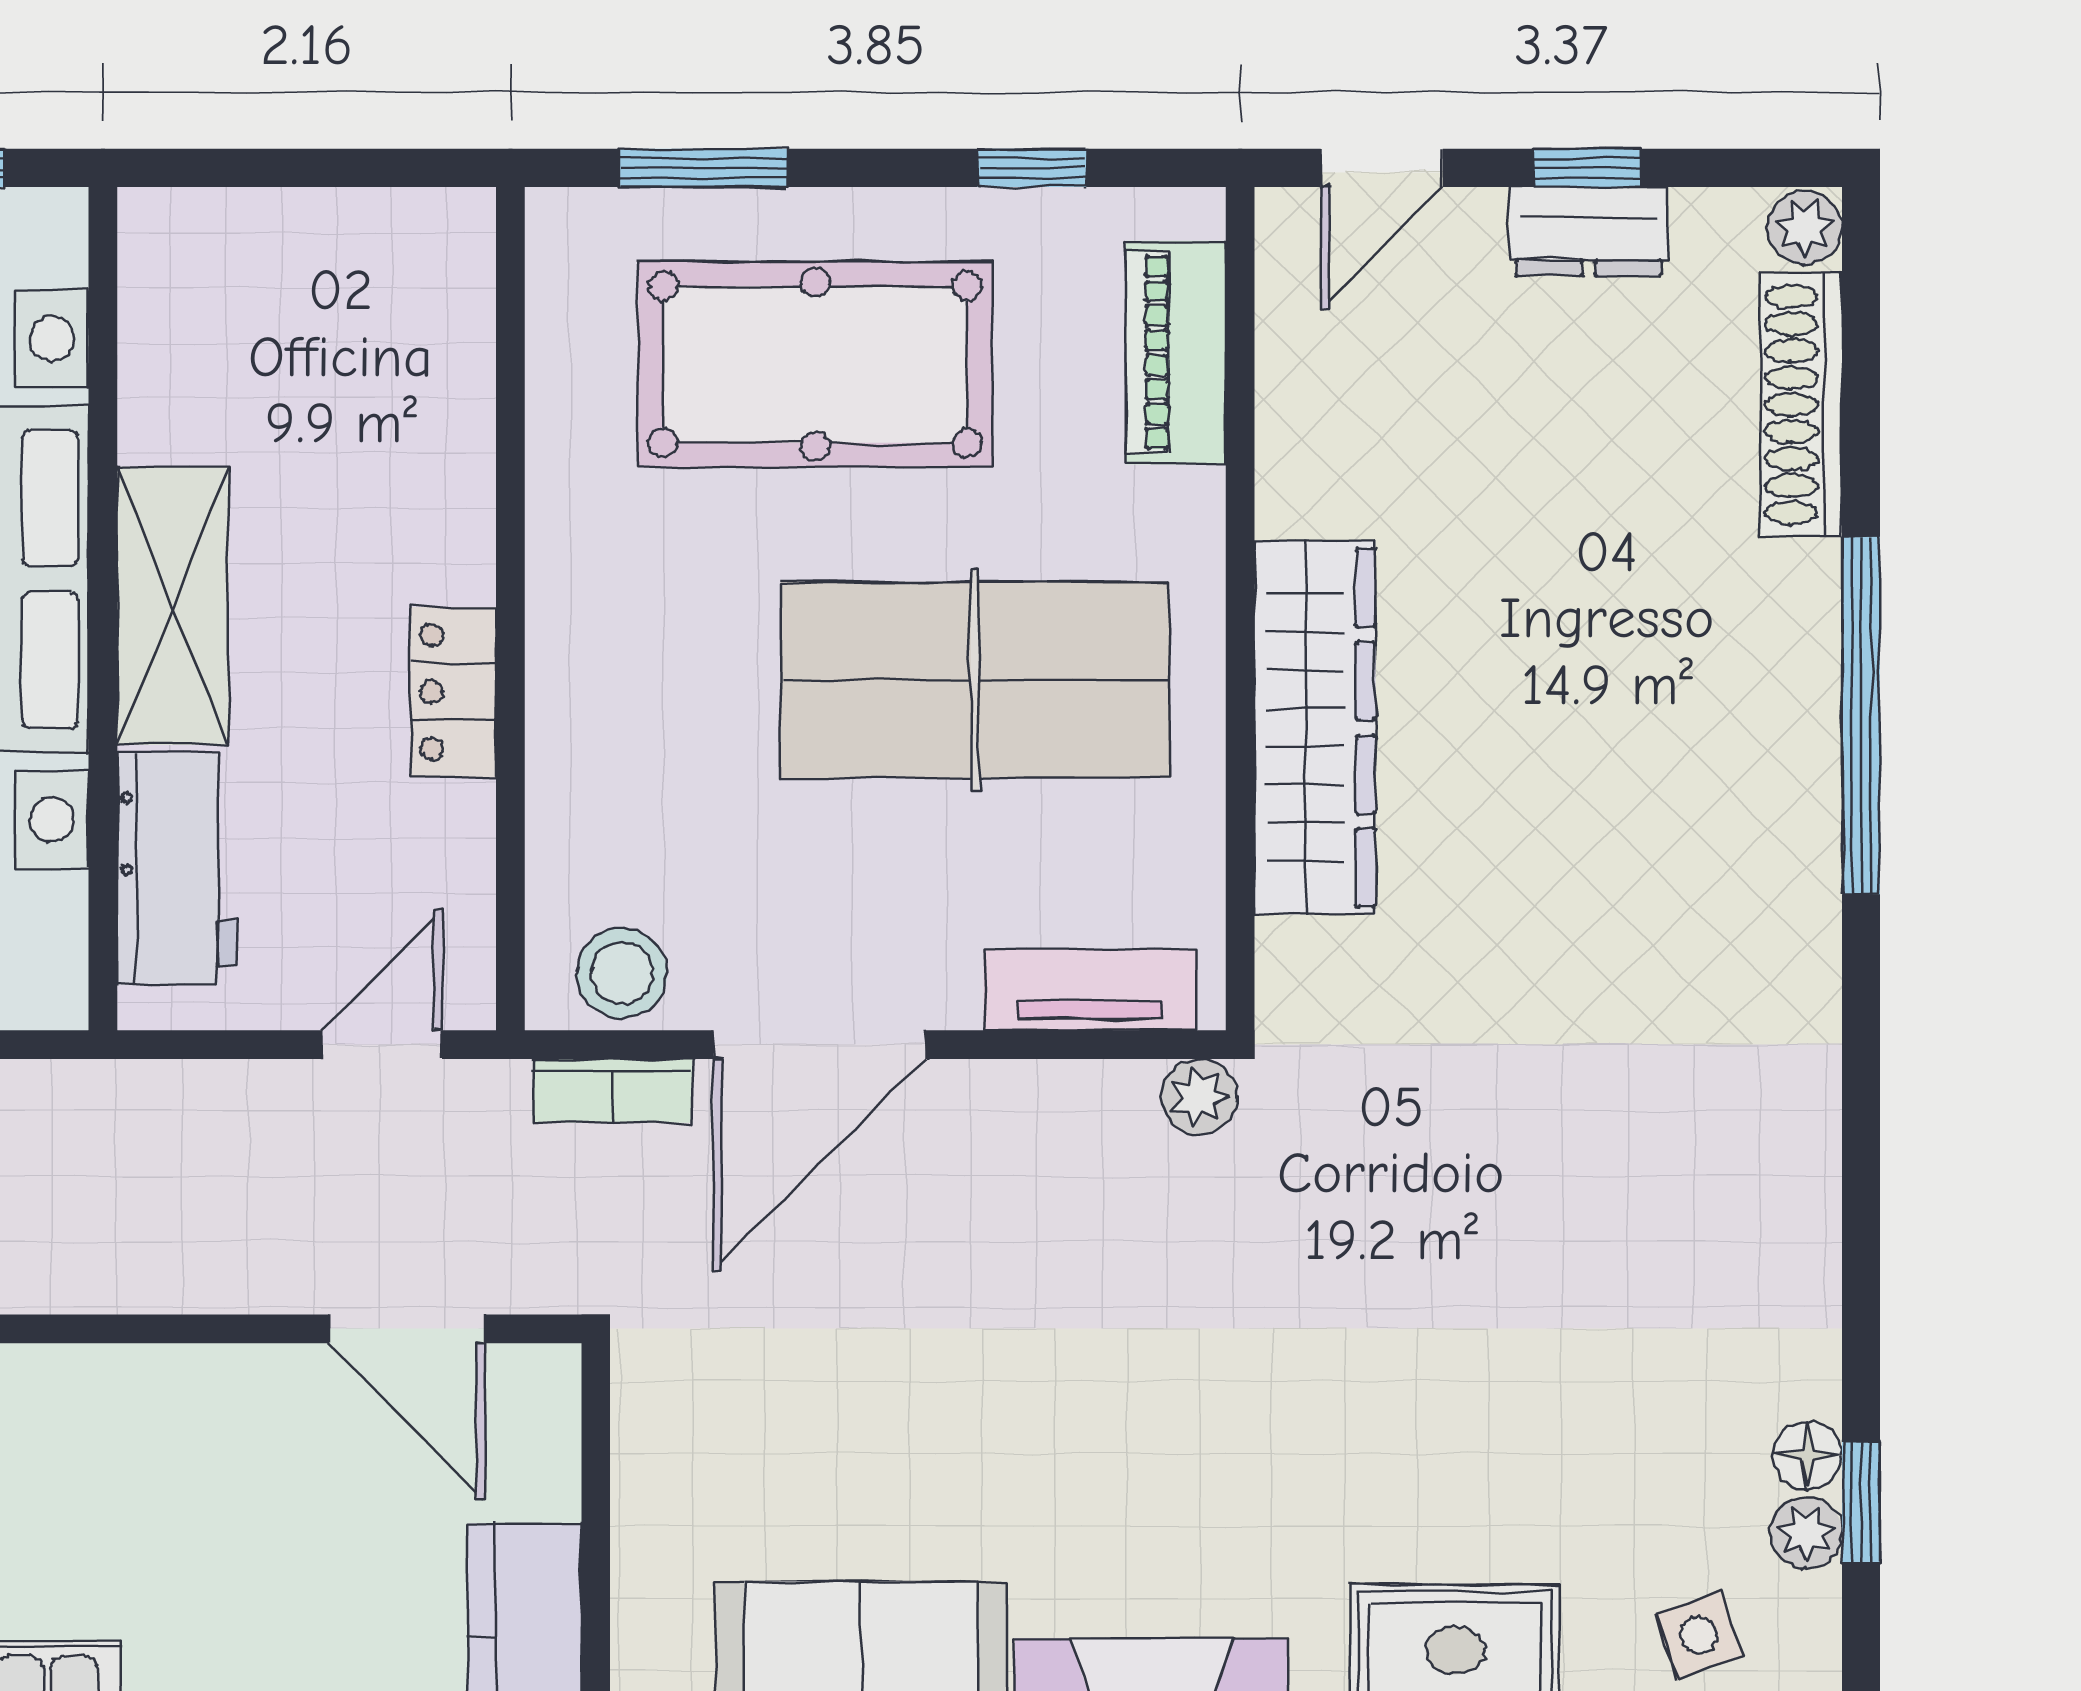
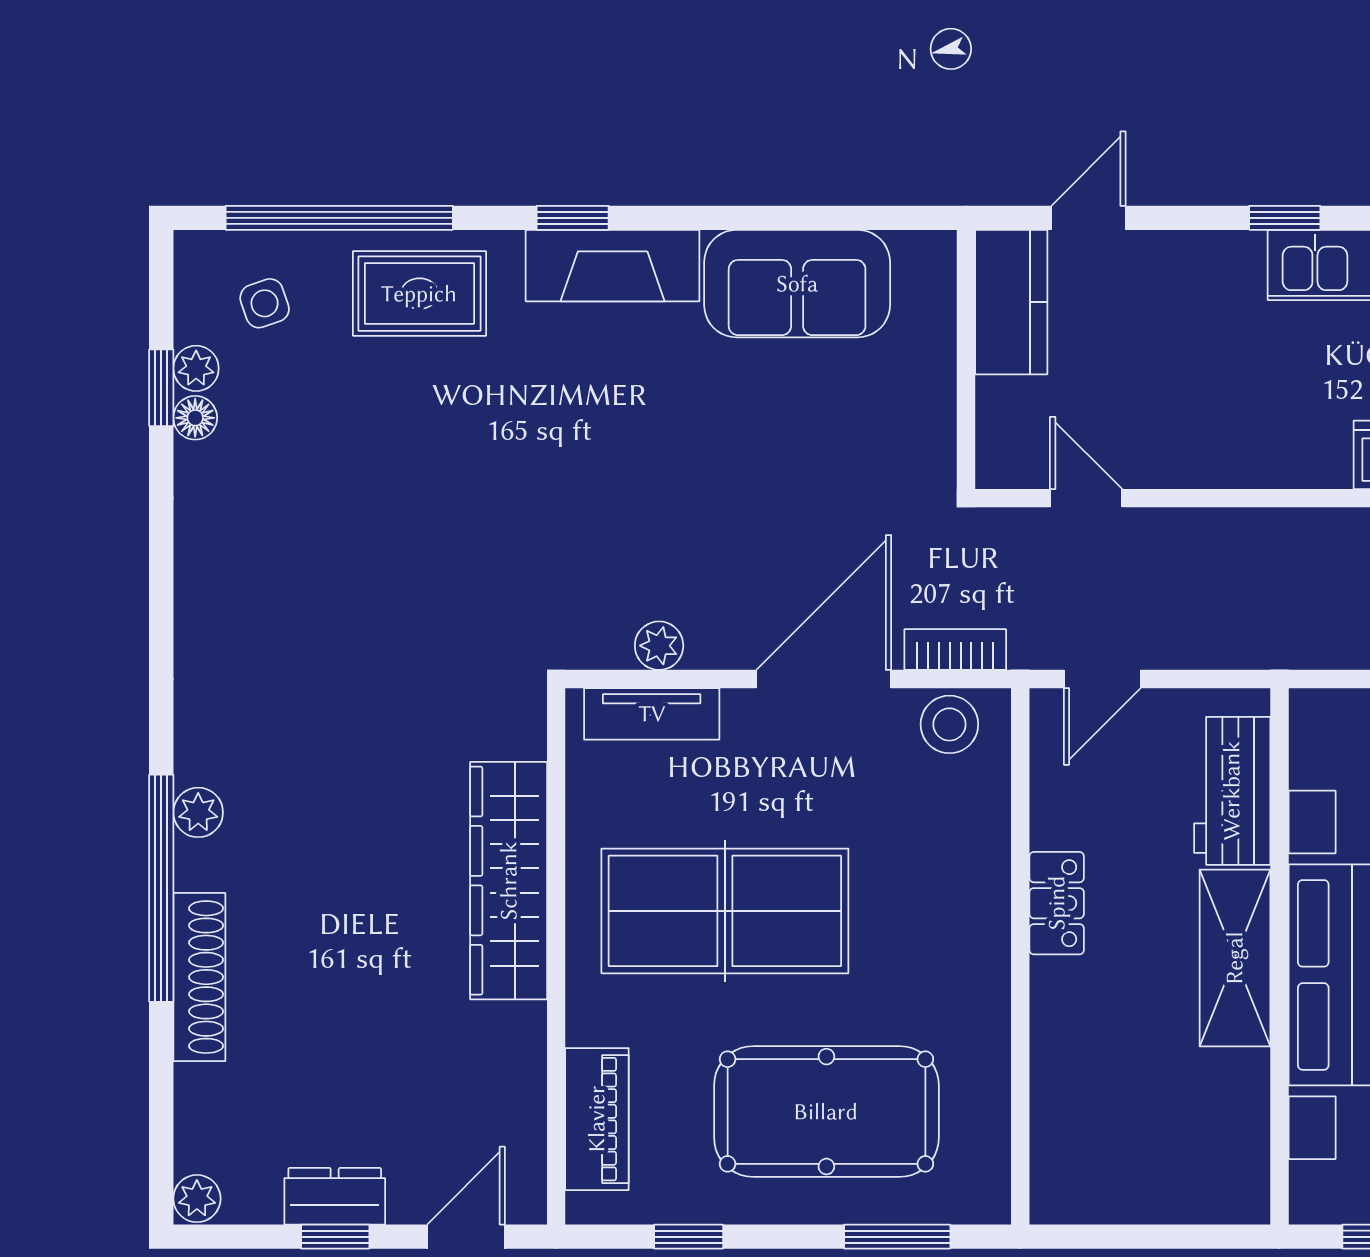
shoe rack: (1801, 405) -> (199, 977), moved
plant: (1803, 835) -> (198, 812), added
plant: (1199, 1097) -> (659, 646), moved
door: (407, 1329) -> (1086, 498), width x0.73

